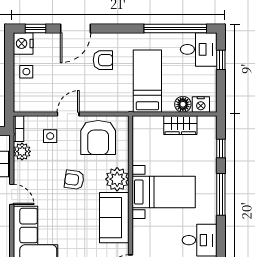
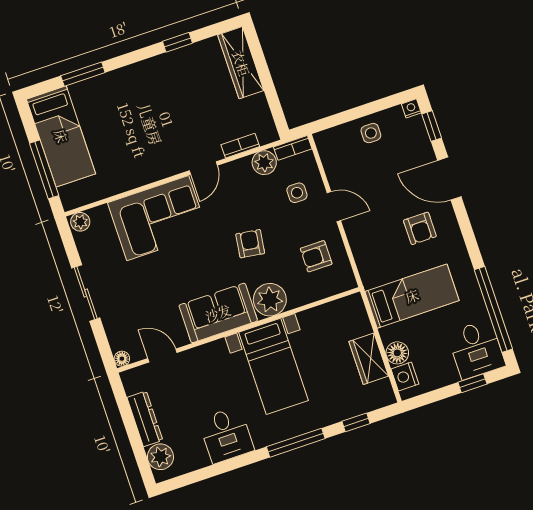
nightstand: (23, 43) -> (411, 108), width x0.53, depth x0.56
armchair: (98, 138) -> (316, 256), width x0.53, depth x0.53

